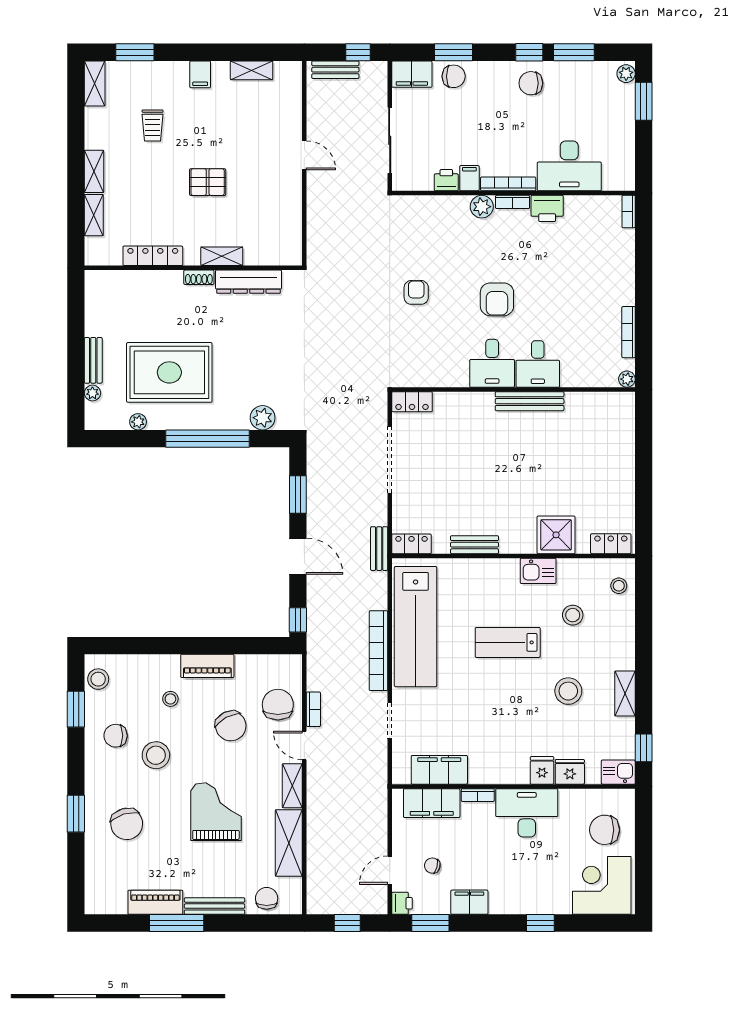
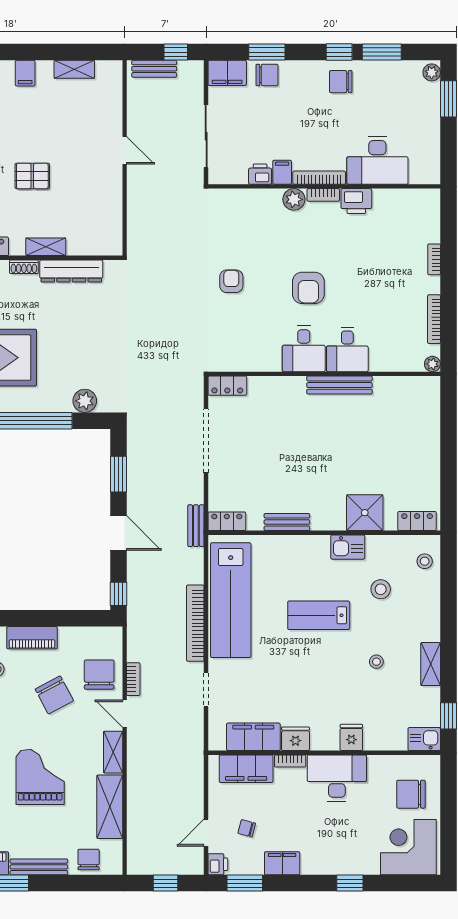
bookcase: (629, 212) -> (434, 259), moved
stool: (568, 691) -> (376, 662), width x0.53, depth x0.53
fridge: (570, 772) -> (296, 739), moved

